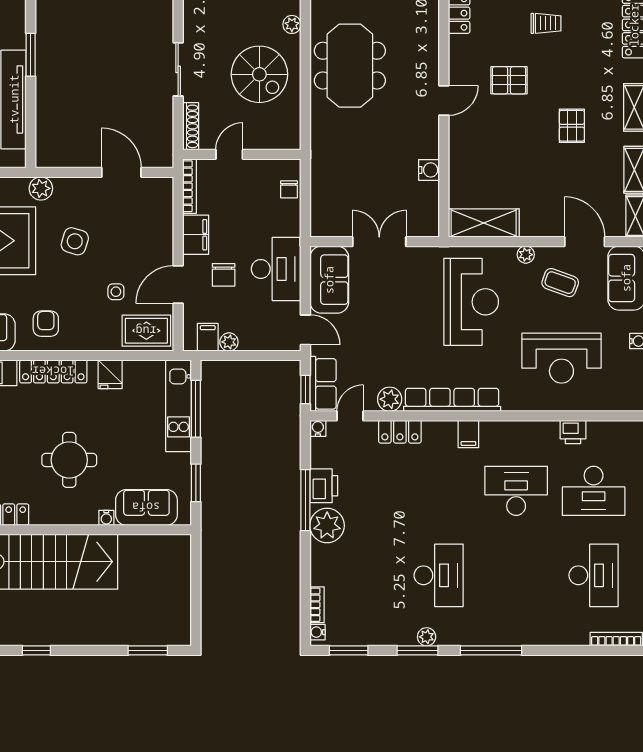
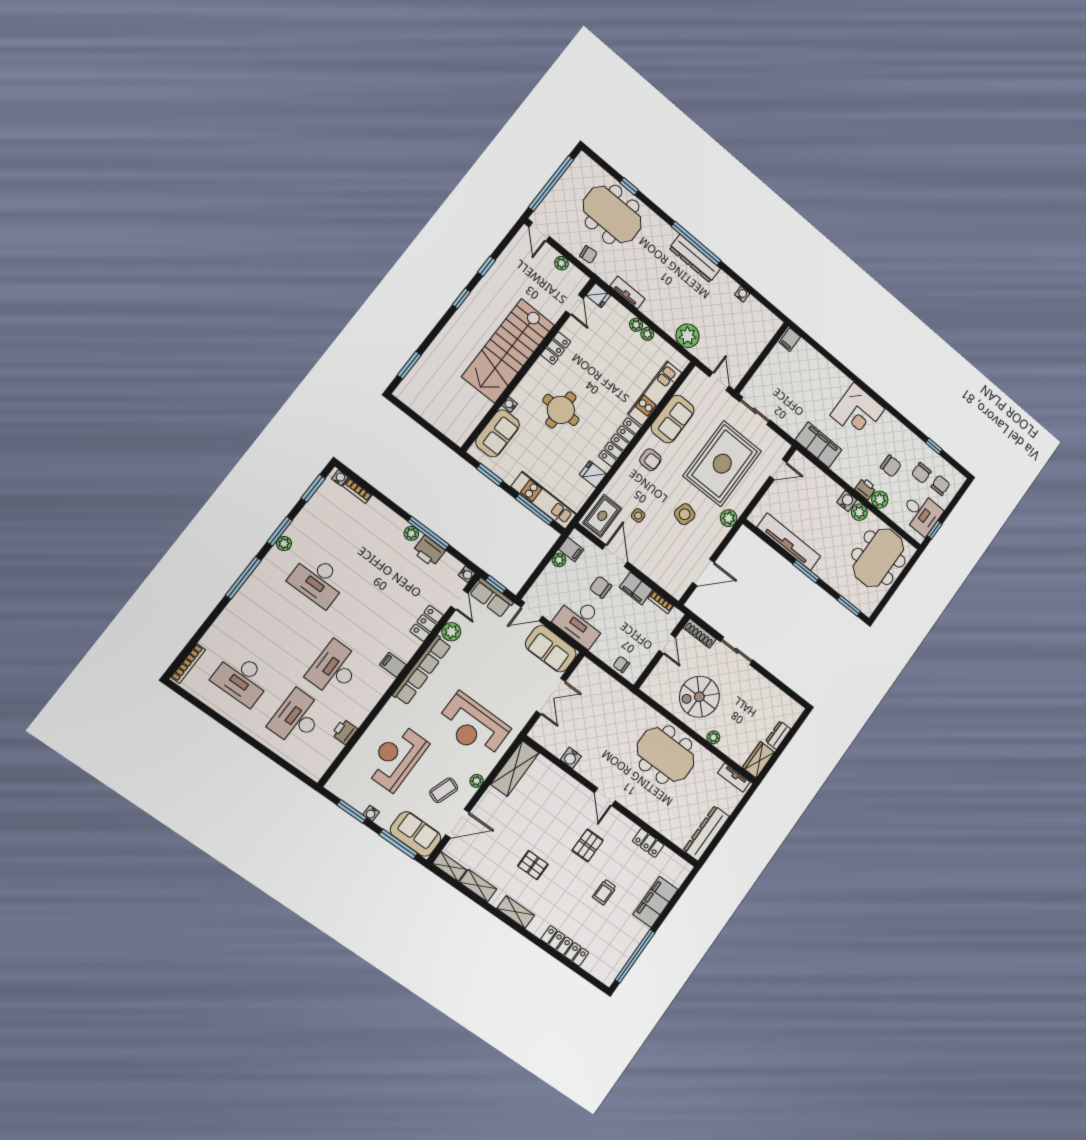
bookcase: (189, 186) -> (661, 602), width x0.64
desk: (516, 491) -> (334, 669), turned 180
plant: (327, 526) -> (411, 533), width x0.53, depth x0.53

